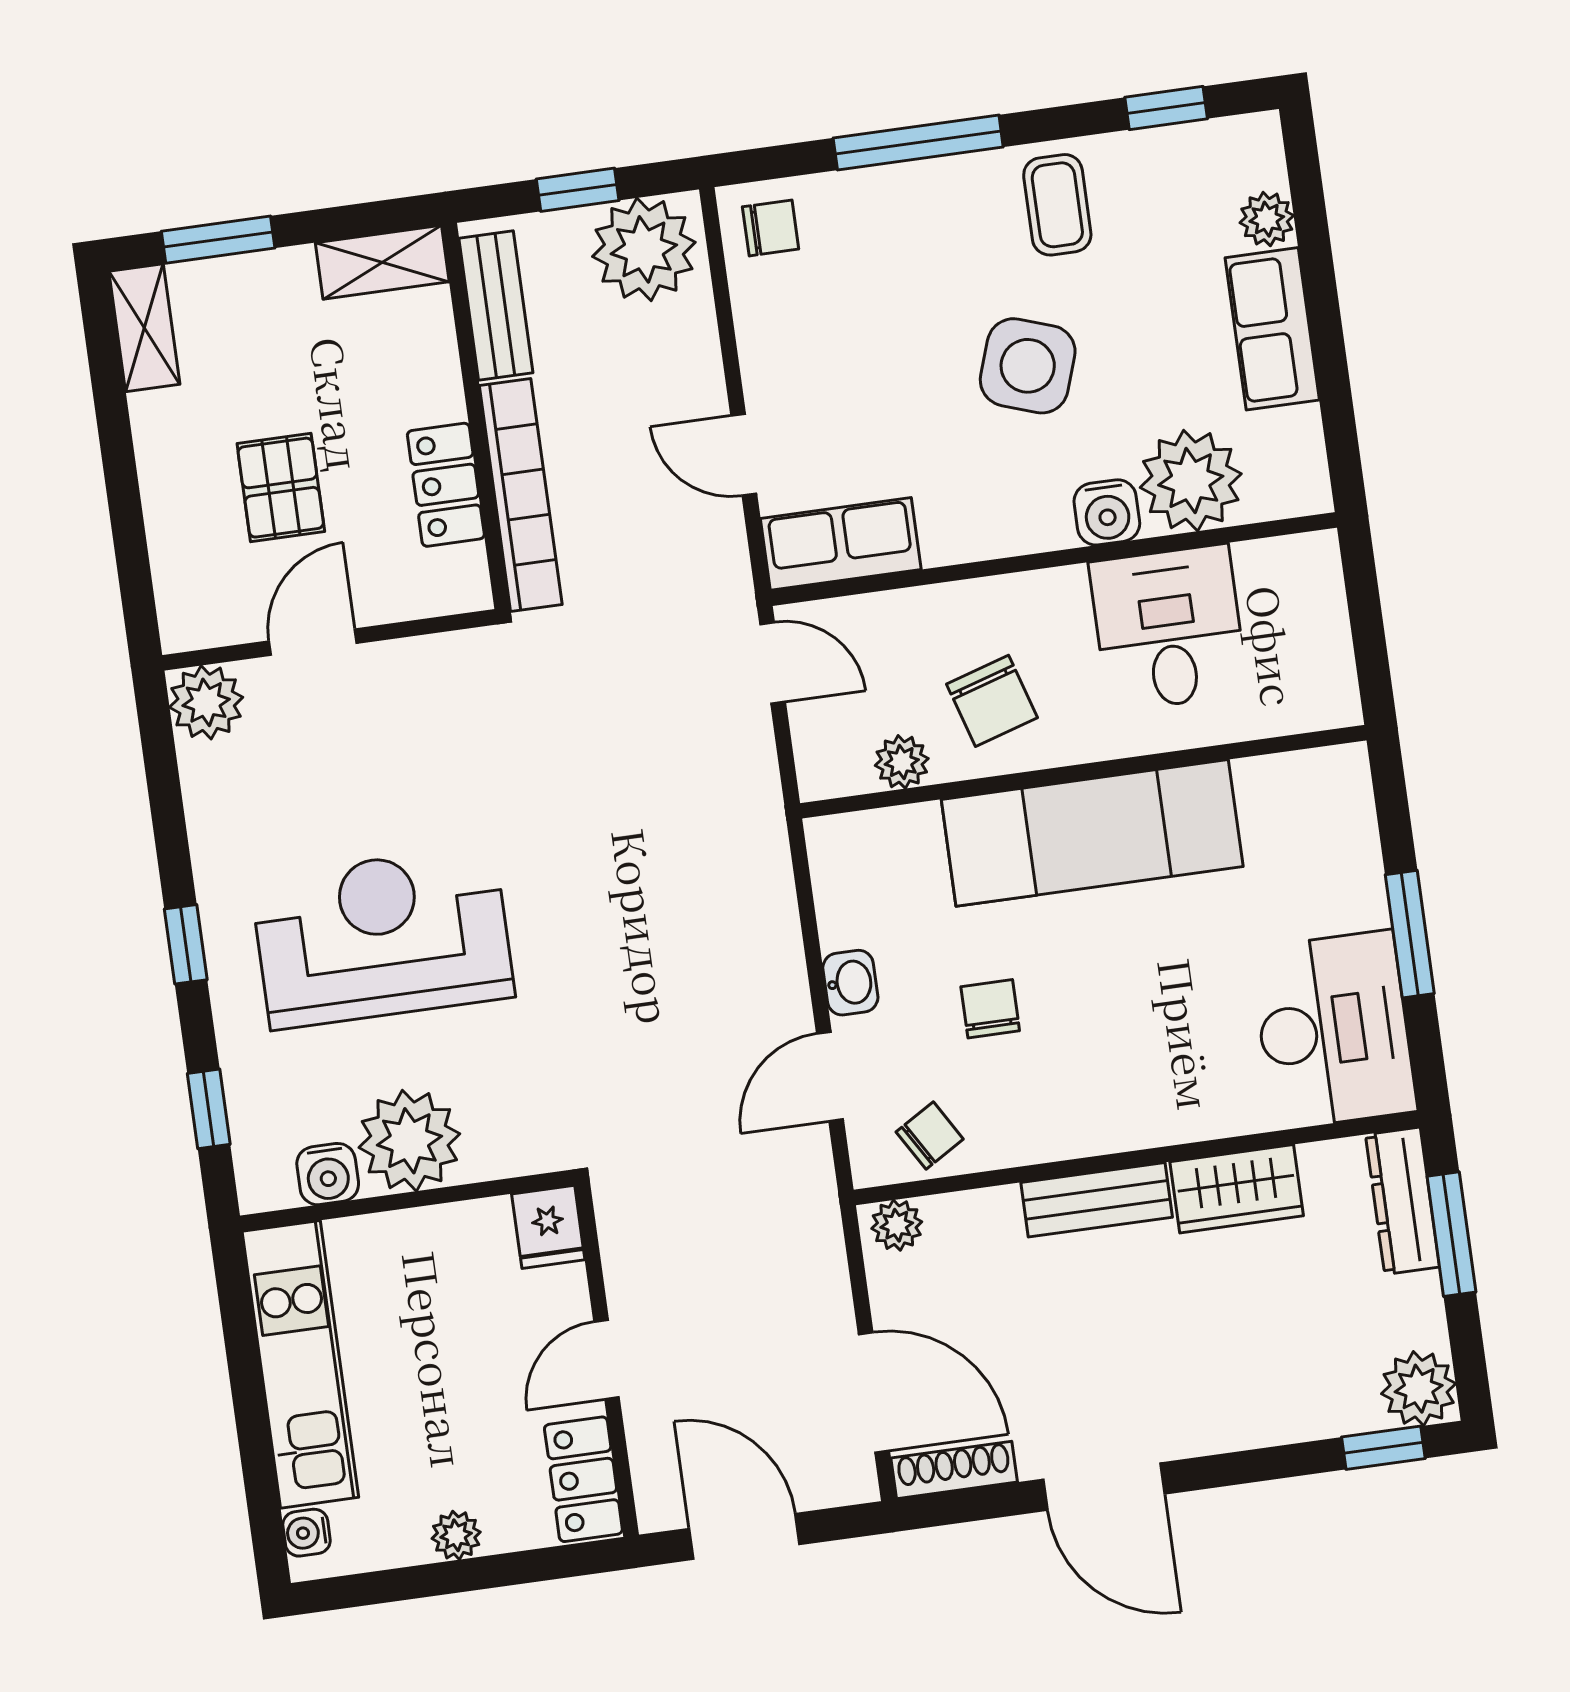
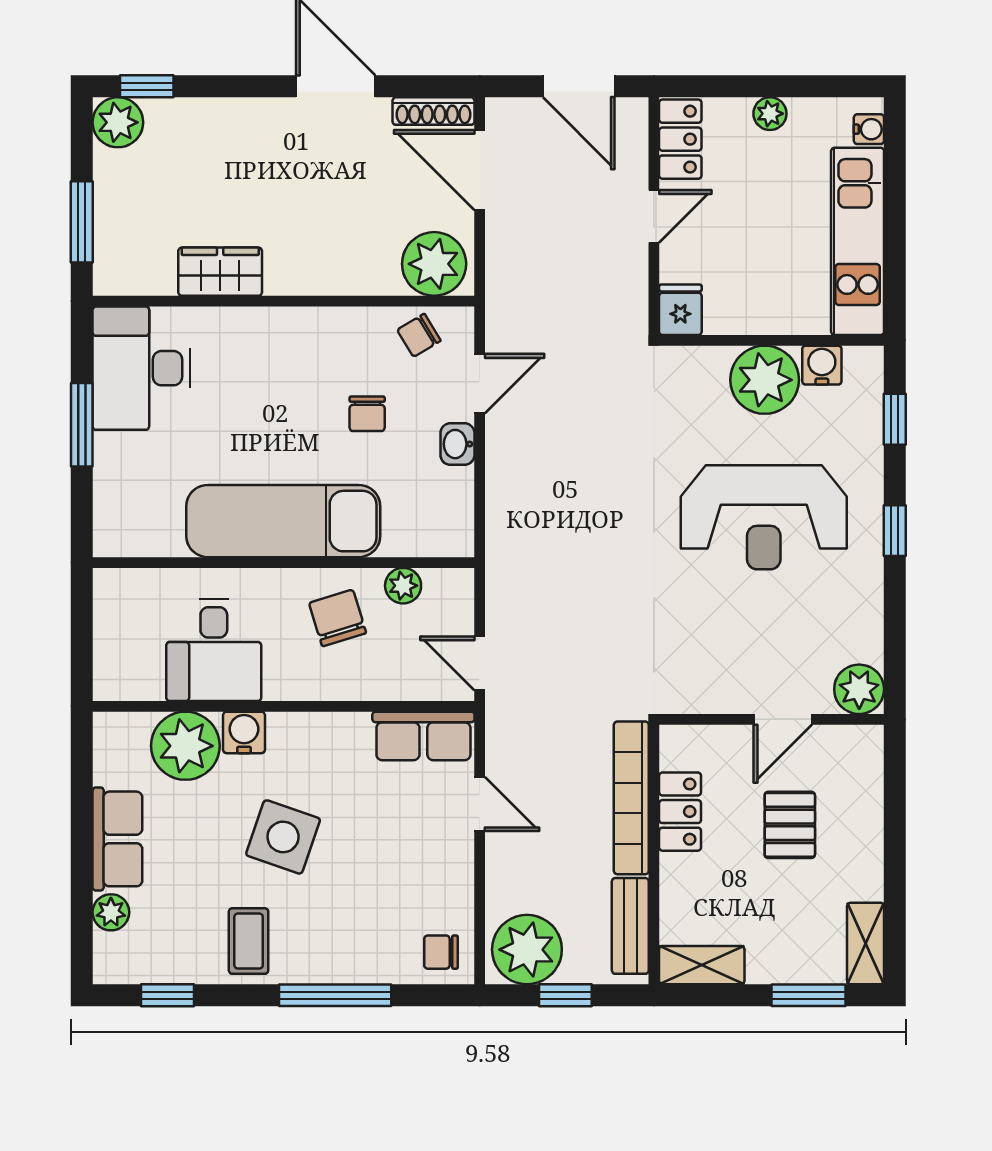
bench: (1097, 1200) -> (314, 277), removed
dresser: (1402, 1201) -> (111, 248), removed
plant: (897, 1225) -> (434, 264), width x1.88, depth x1.88

